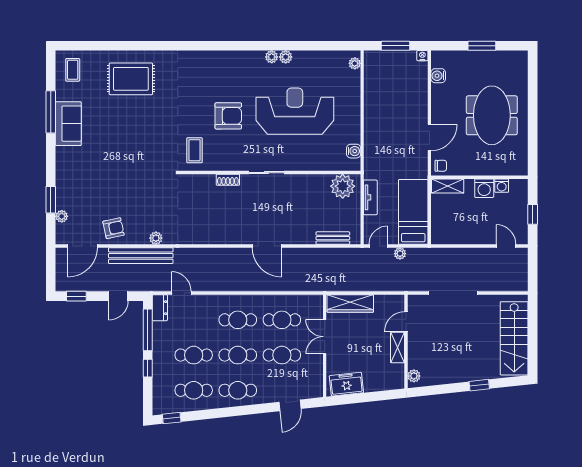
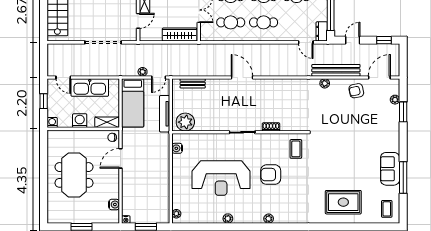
plant: (272, 57) -> (269, 219), moved
washing machine: (502, 186) -> (52, 123), moved
tv unit: (370, 197) -> (165, 114), width x1.41
kitchen sink: (471, 233) -> (90, 88), added

